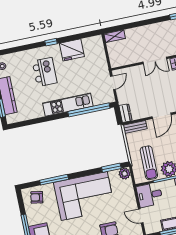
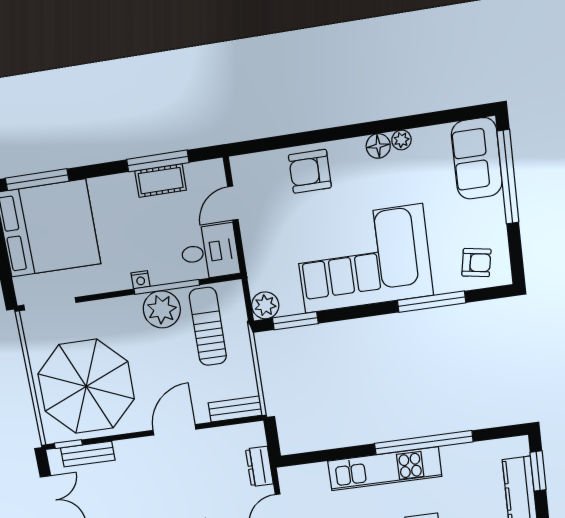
window: (89, 110) -> (424, 443), moved
dresser: (126, 113) -> (259, 466), moved
door: (141, 216) -> (233, 203), swing flipped

